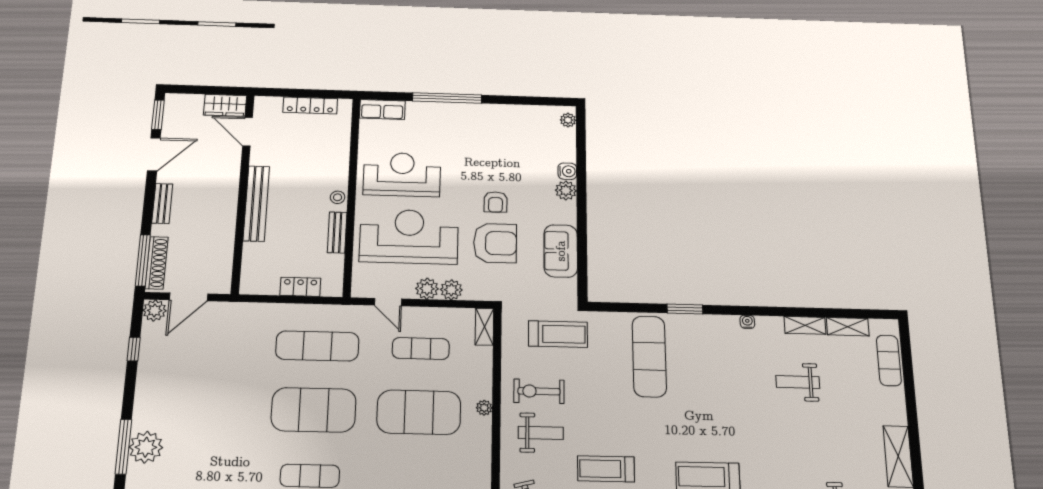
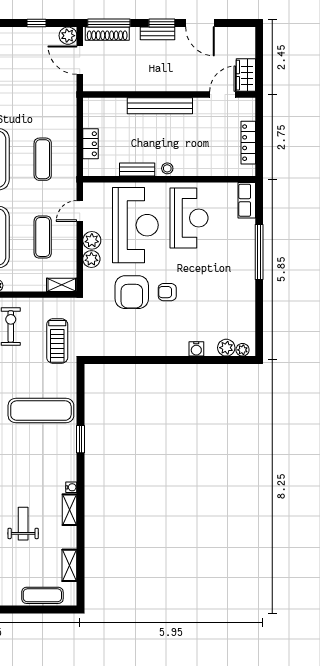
window: (158, 115) -> (162, 23), moved
plant: (566, 190) -> (226, 348), moved
sofa: (561, 251) -> (127, 343), removed
shelving: (805, 325) -> (70, 510), moved
exercise mat: (317, 346) -> (43, 159), width x0.73, depth x0.69

